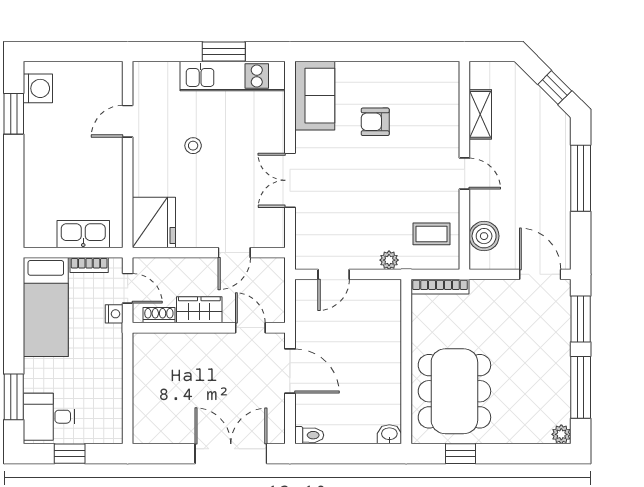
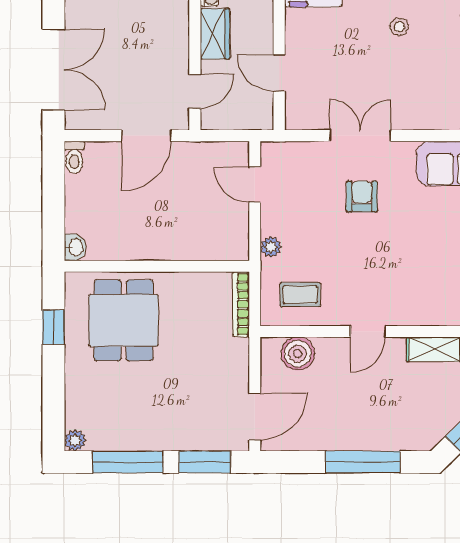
armchair: (375, 122) -> (362, 197), moved
coffee table: (431, 234) -> (300, 295), turned 90
dining table: (454, 391) -> (124, 320), width x0.73

